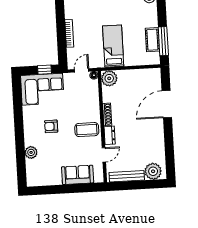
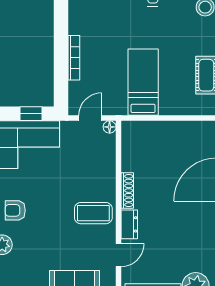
plant: (109, 78) -> (134, 133), removed
armchair: (51, 126) -> (15, 210), moved

